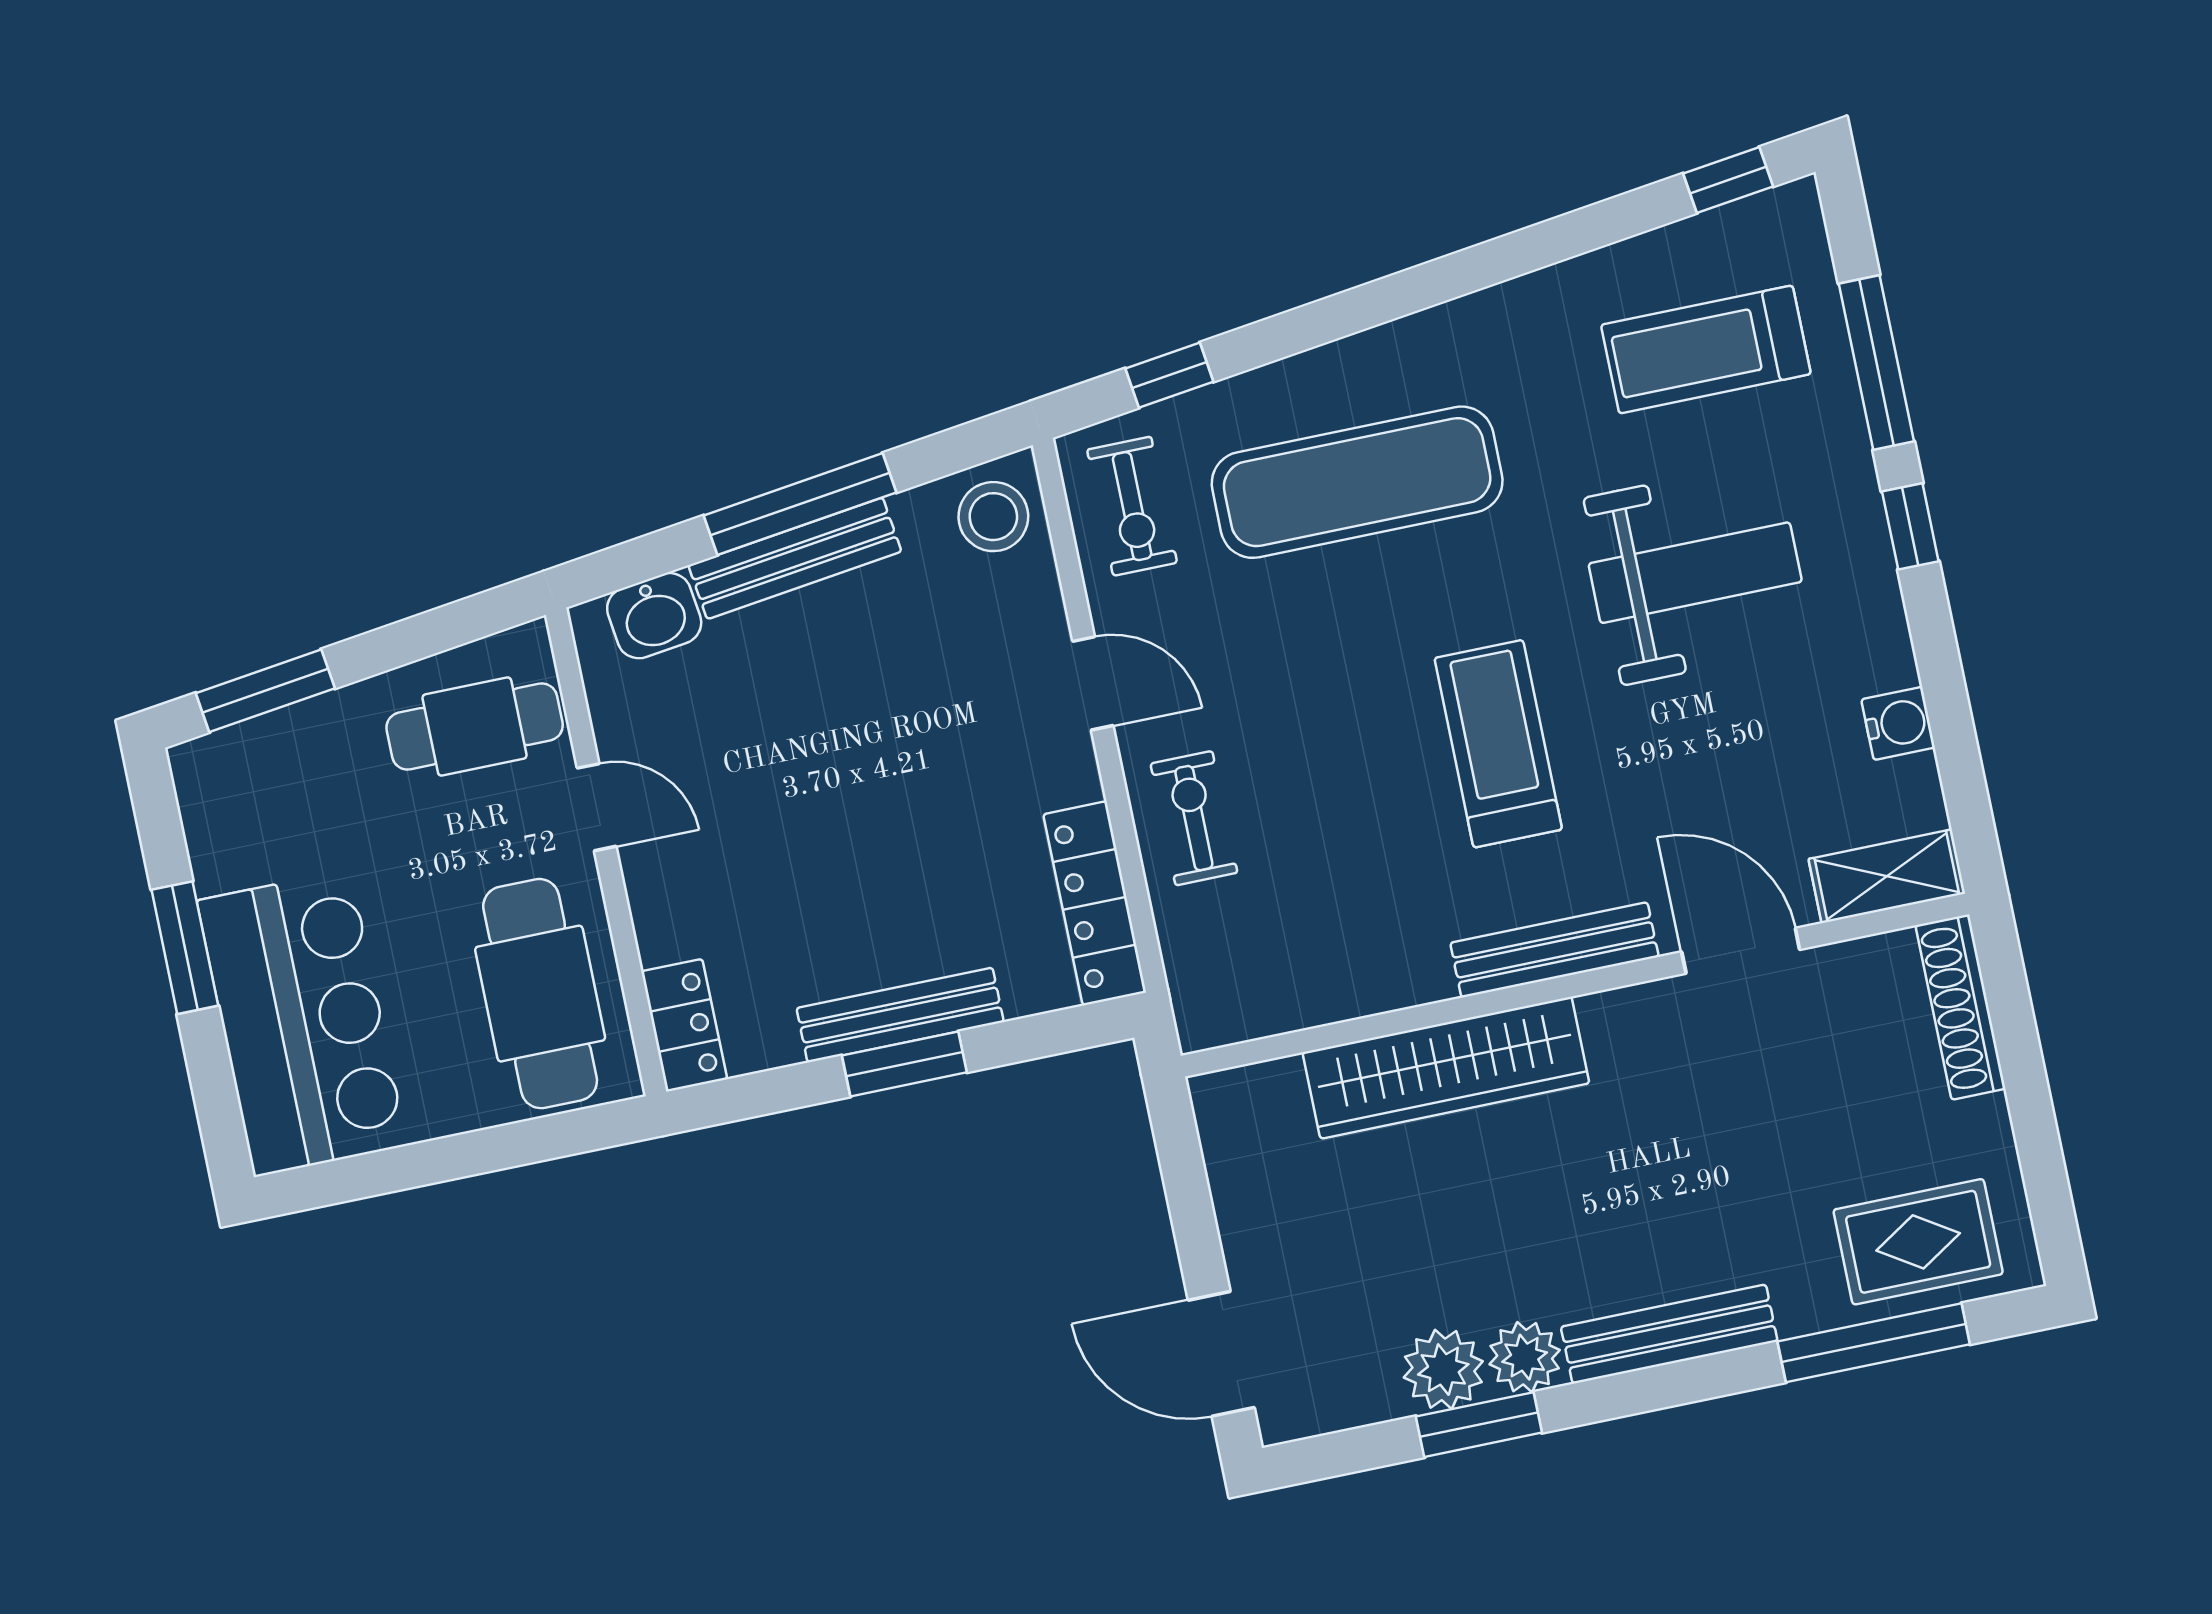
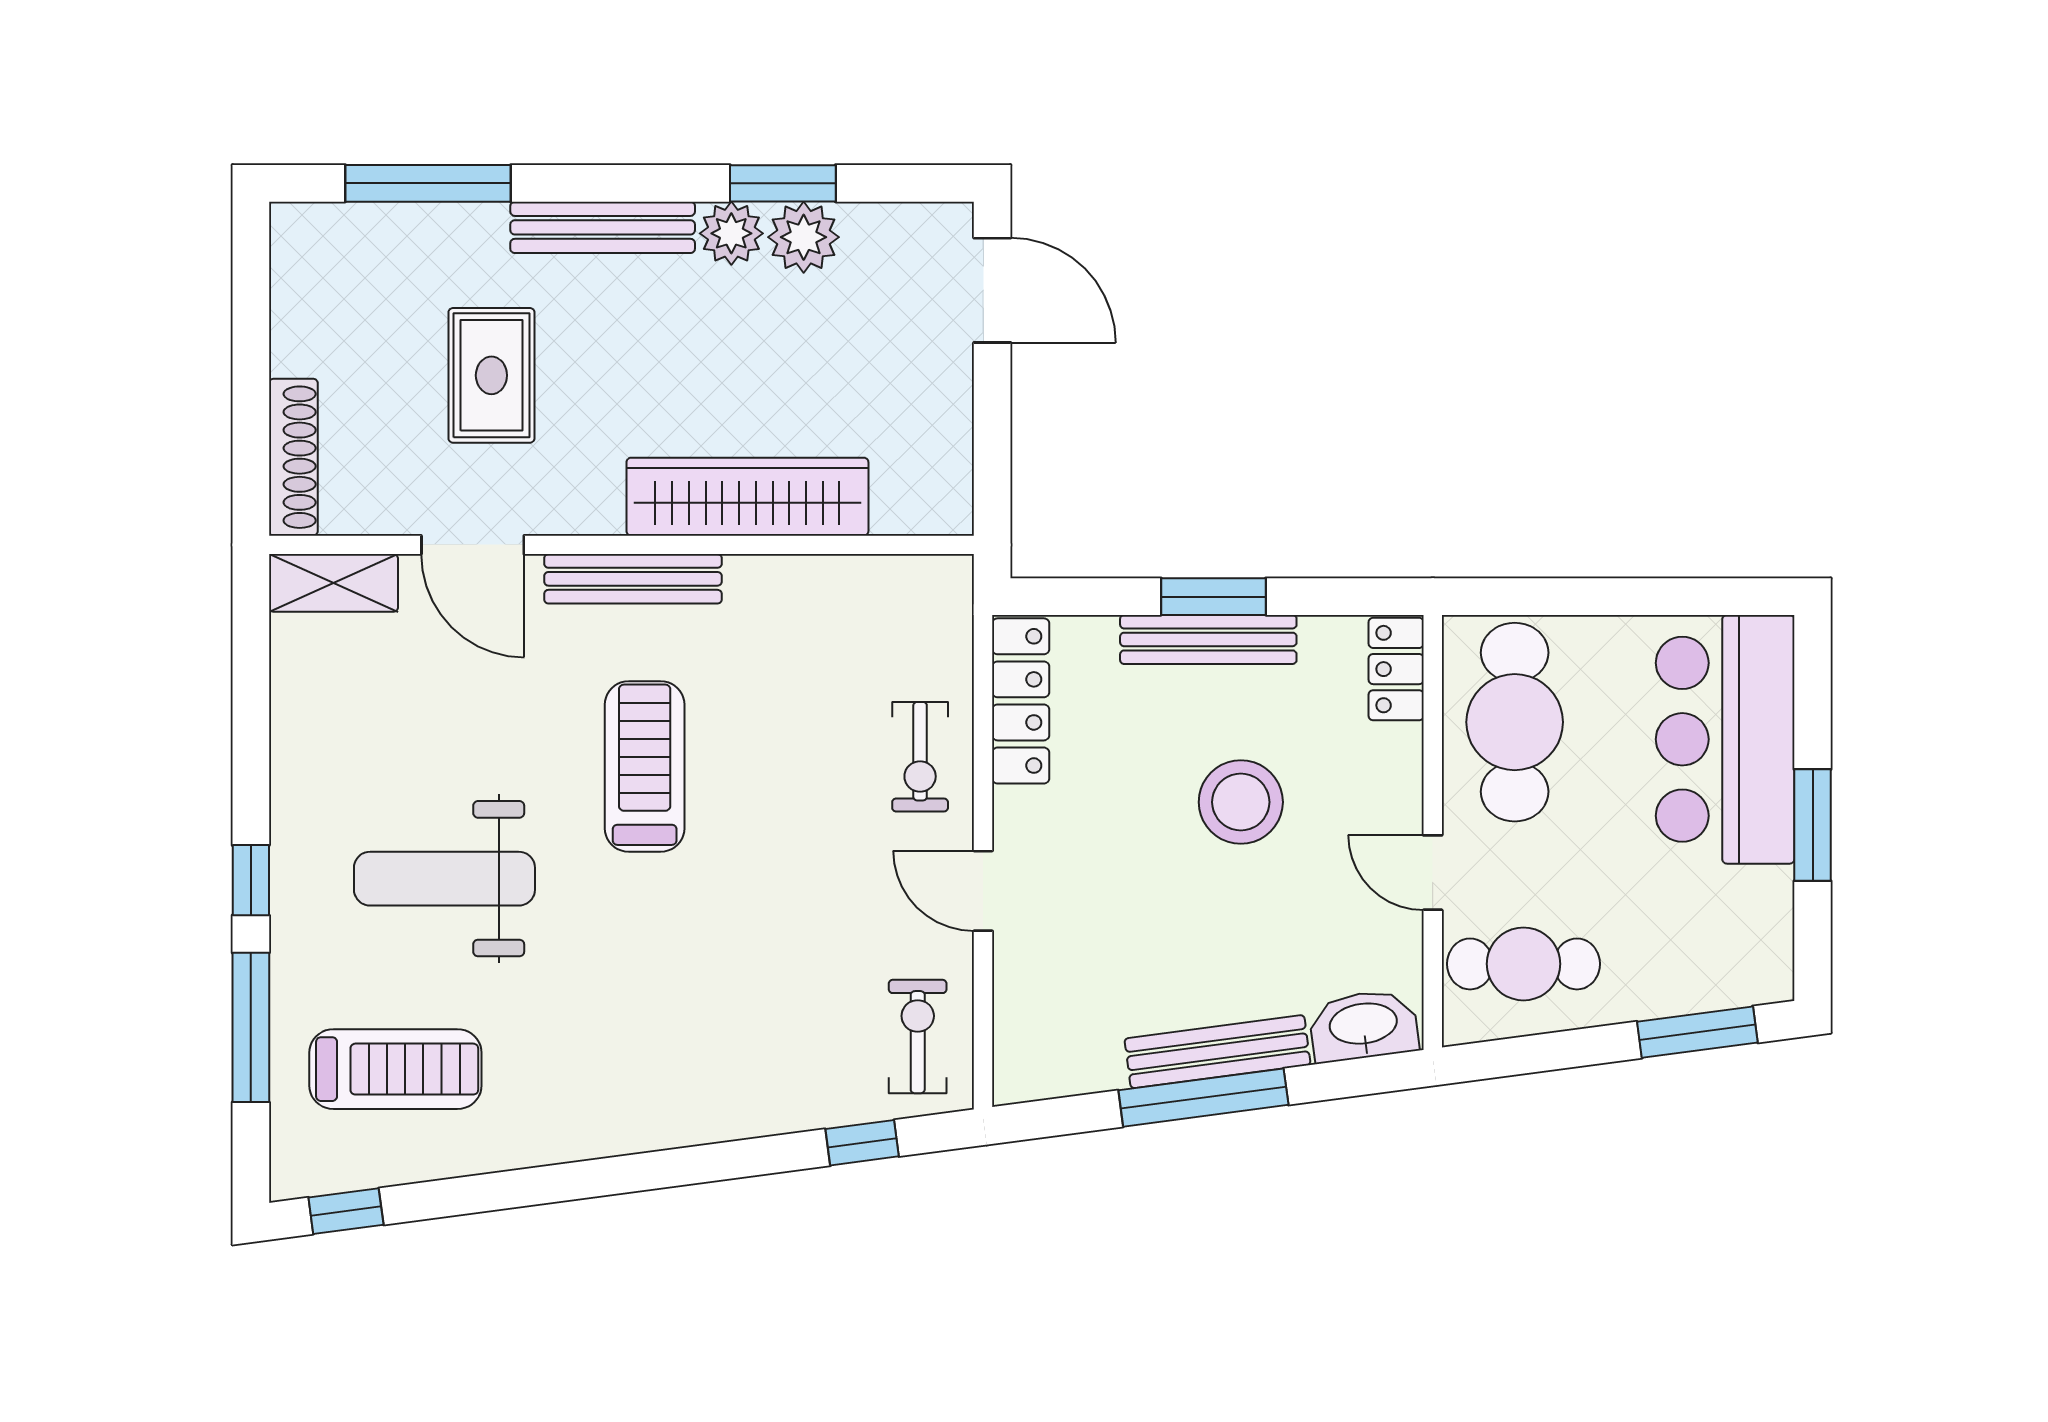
exercise mat: (1357, 482) -> (720, 1017), removed
stool: (993, 517) -> (1241, 802), moved, width x1.38, depth x1.38
washbasin: (654, 616) -> (1363, 1025), width x1.38
water cooler: (1898, 723) -> (297, 713), removed
treadmill: (1498, 744) -> (645, 766), turned 180
rug: (1918, 1242) -> (491, 375), moved, turned 90

